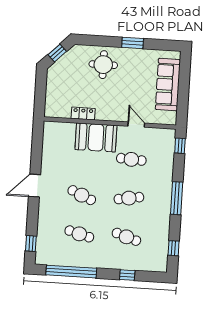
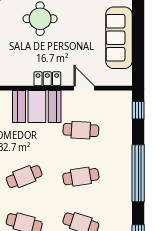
locker: (83, 113) -> (47, 79), moved
cafe table: (82, 195) -> (24, 177), turned -45
window: (177, 198) -> (138, 173), width x1.46

